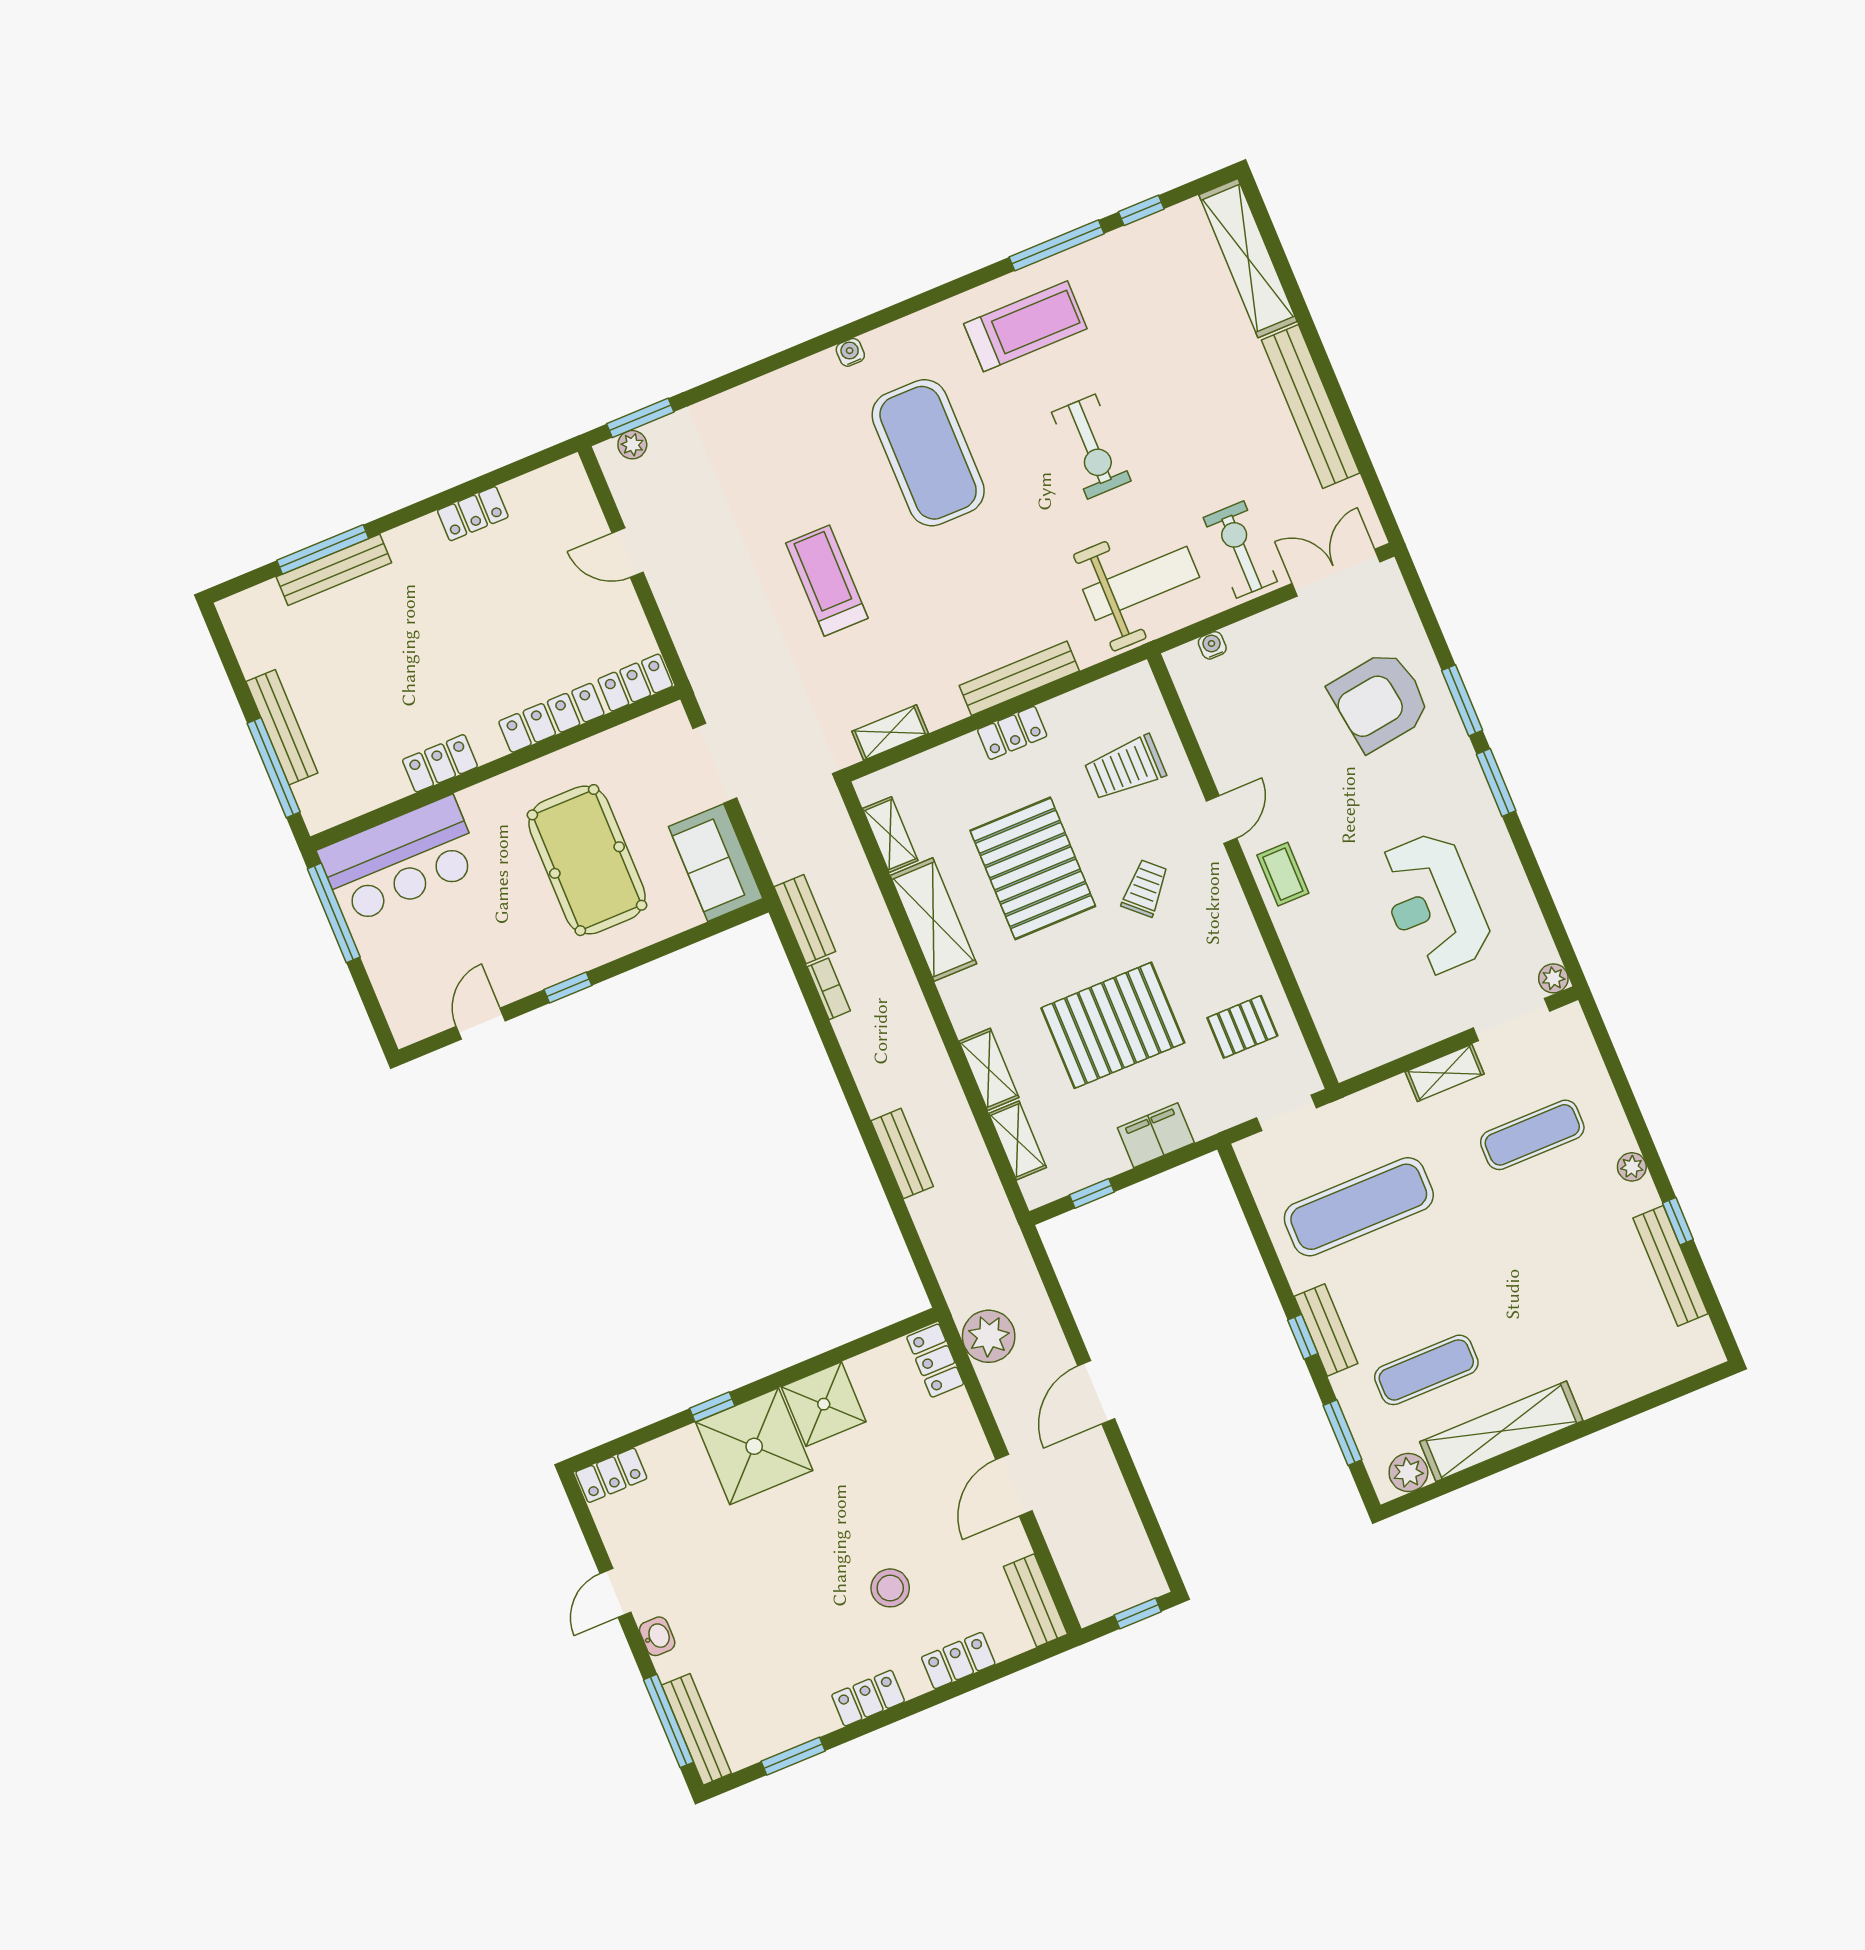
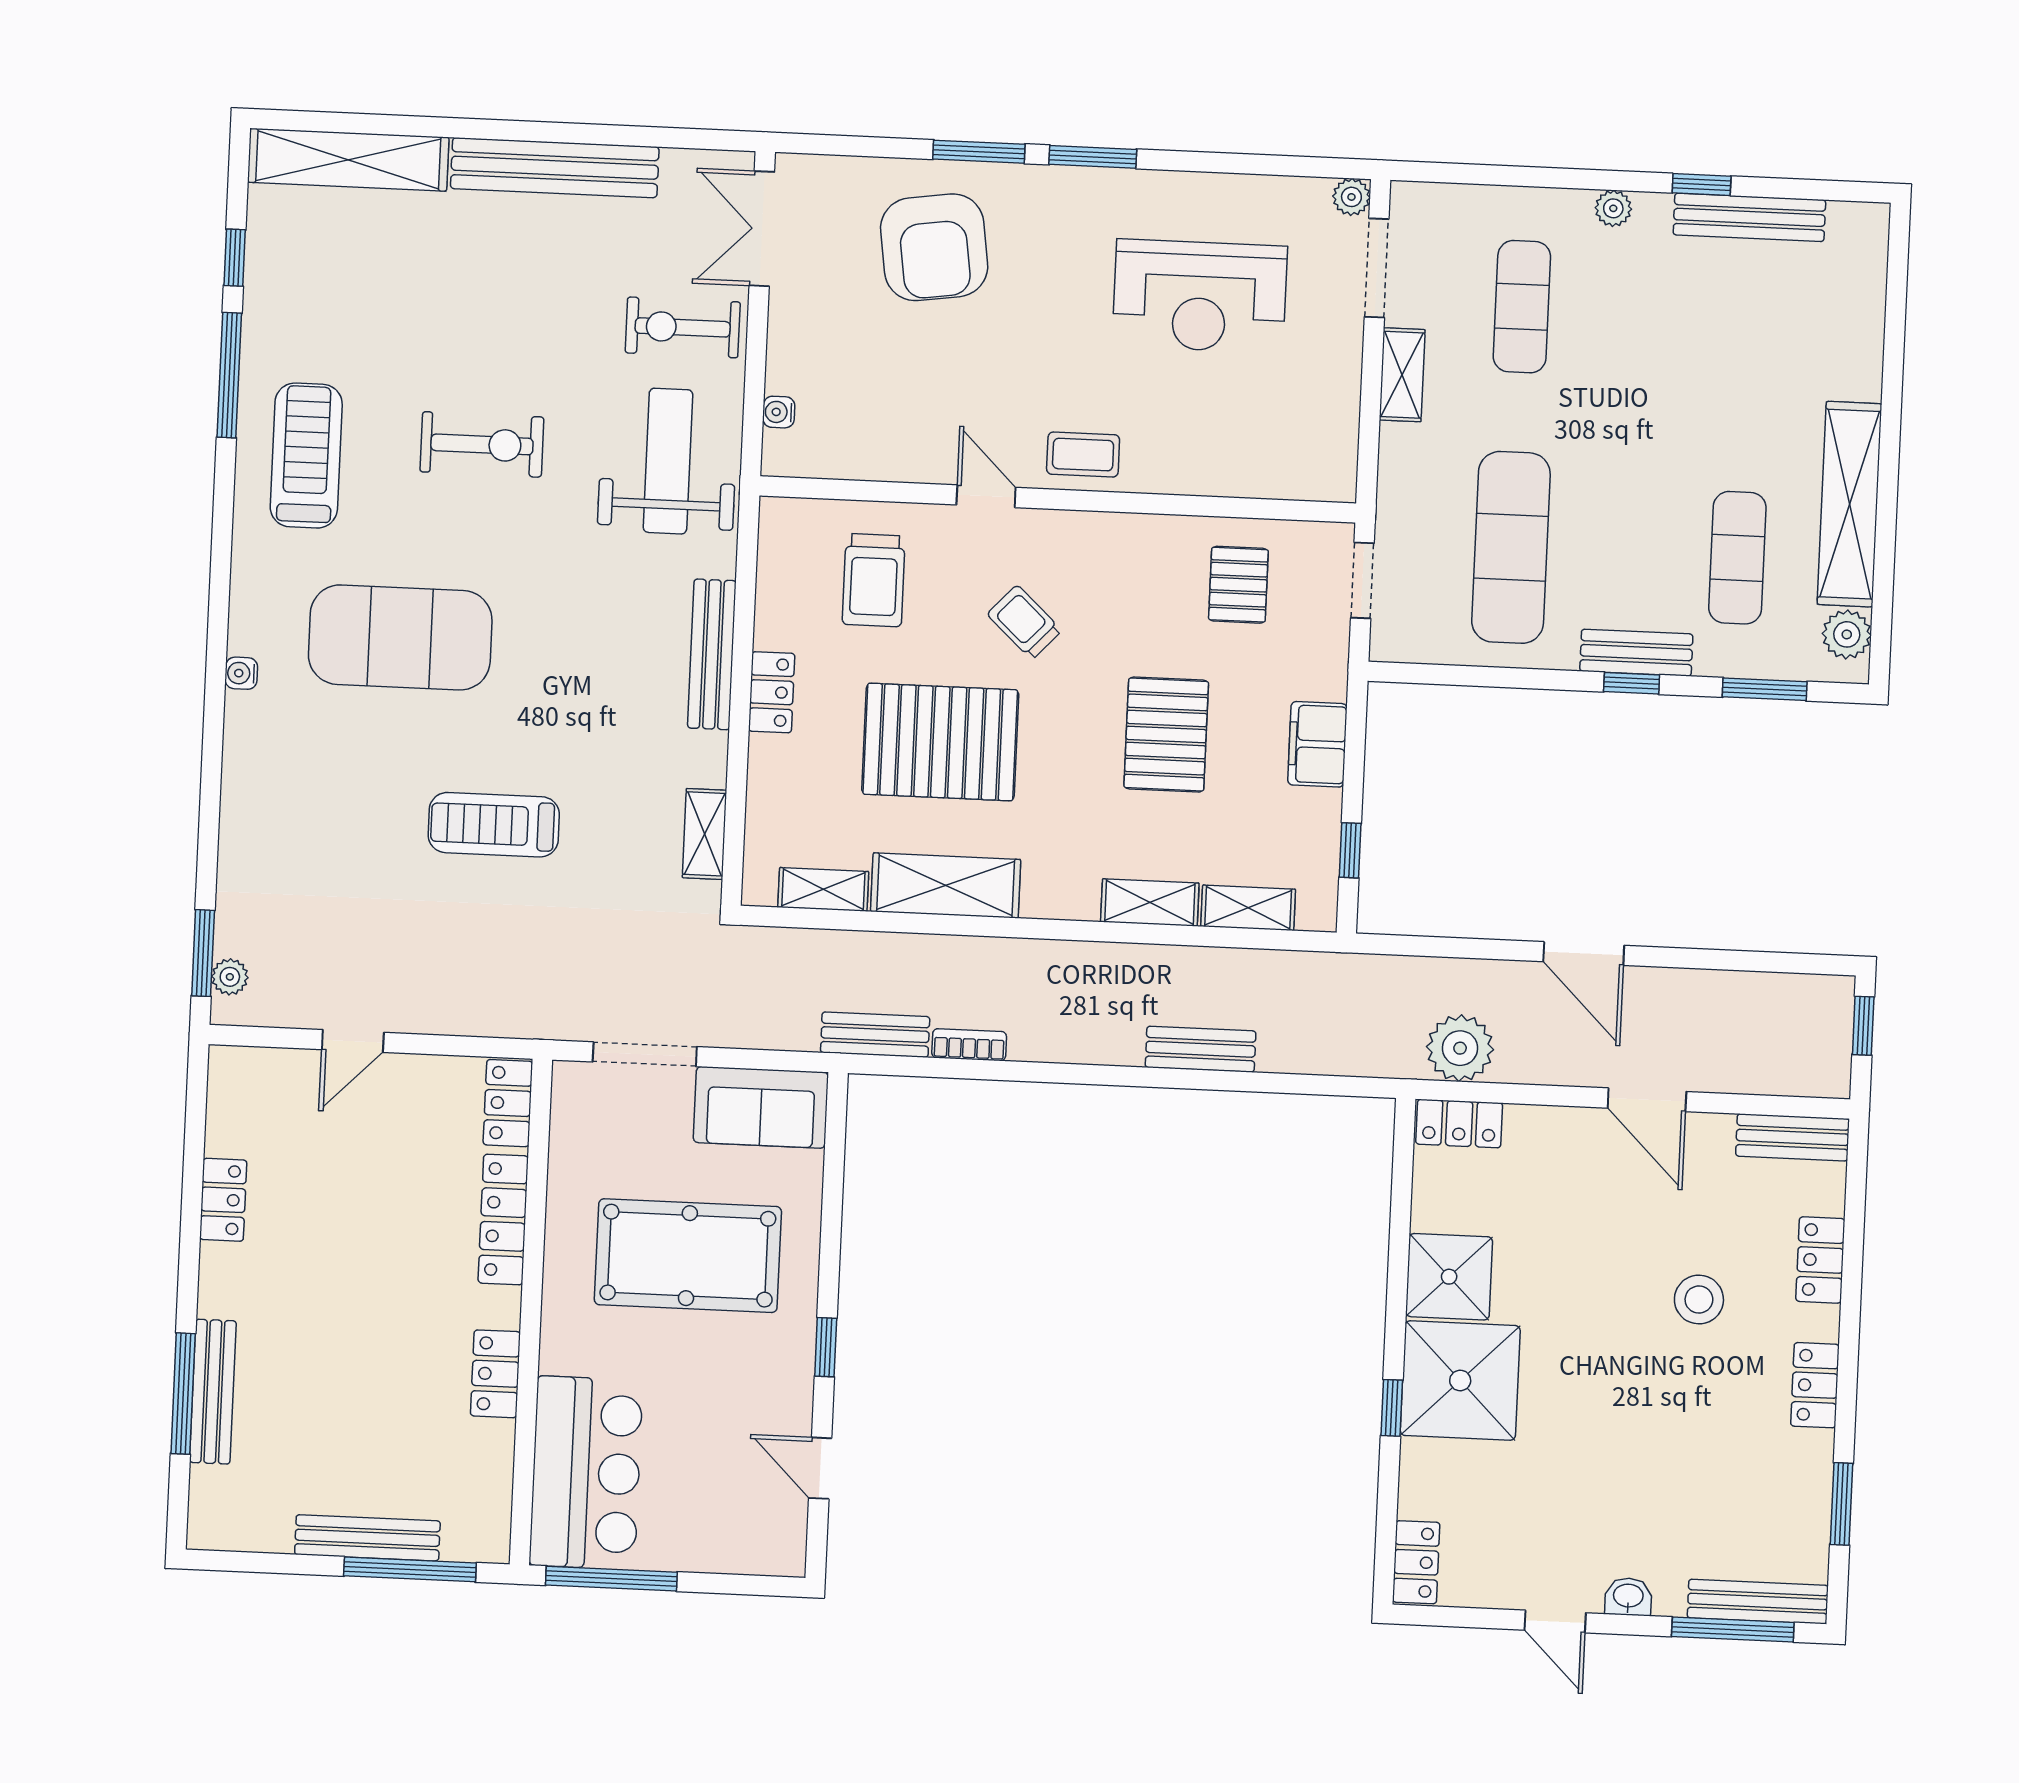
pallet: (1113, 1025) -> (1166, 735), width x0.73, depth x0.71

